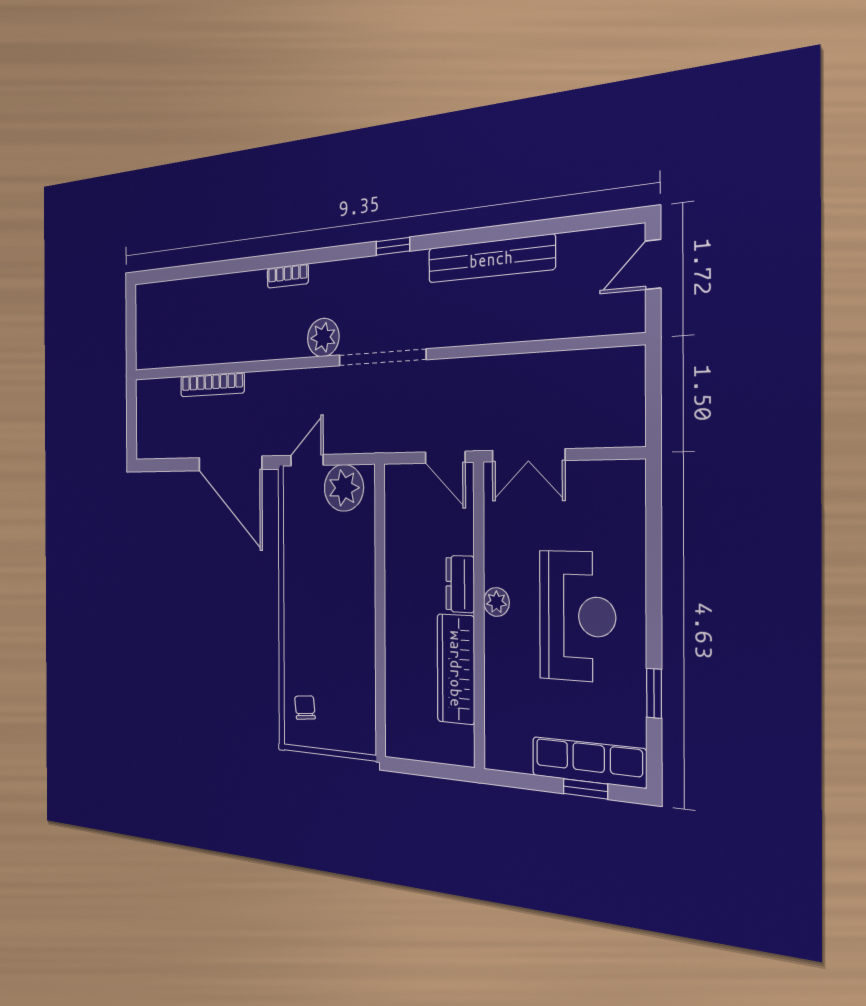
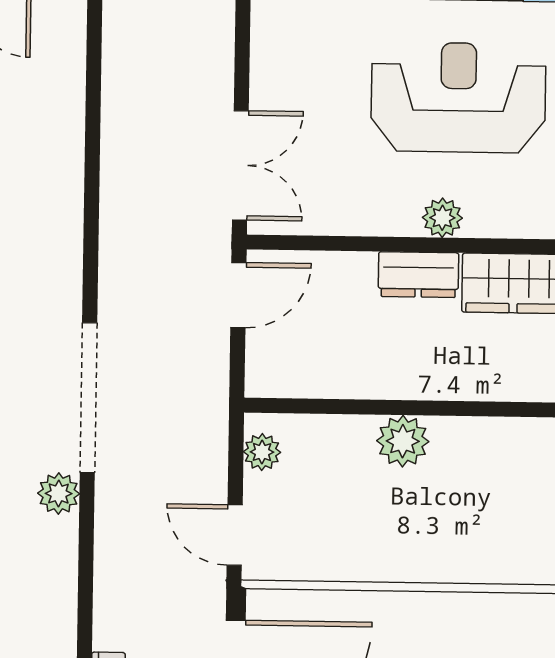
plant: (323, 338) -> (59, 493), width x0.73, depth x0.73
plant: (344, 488) -> (262, 452), width x0.53, depth x0.53
plant: (361, 571) -> (403, 441), added

